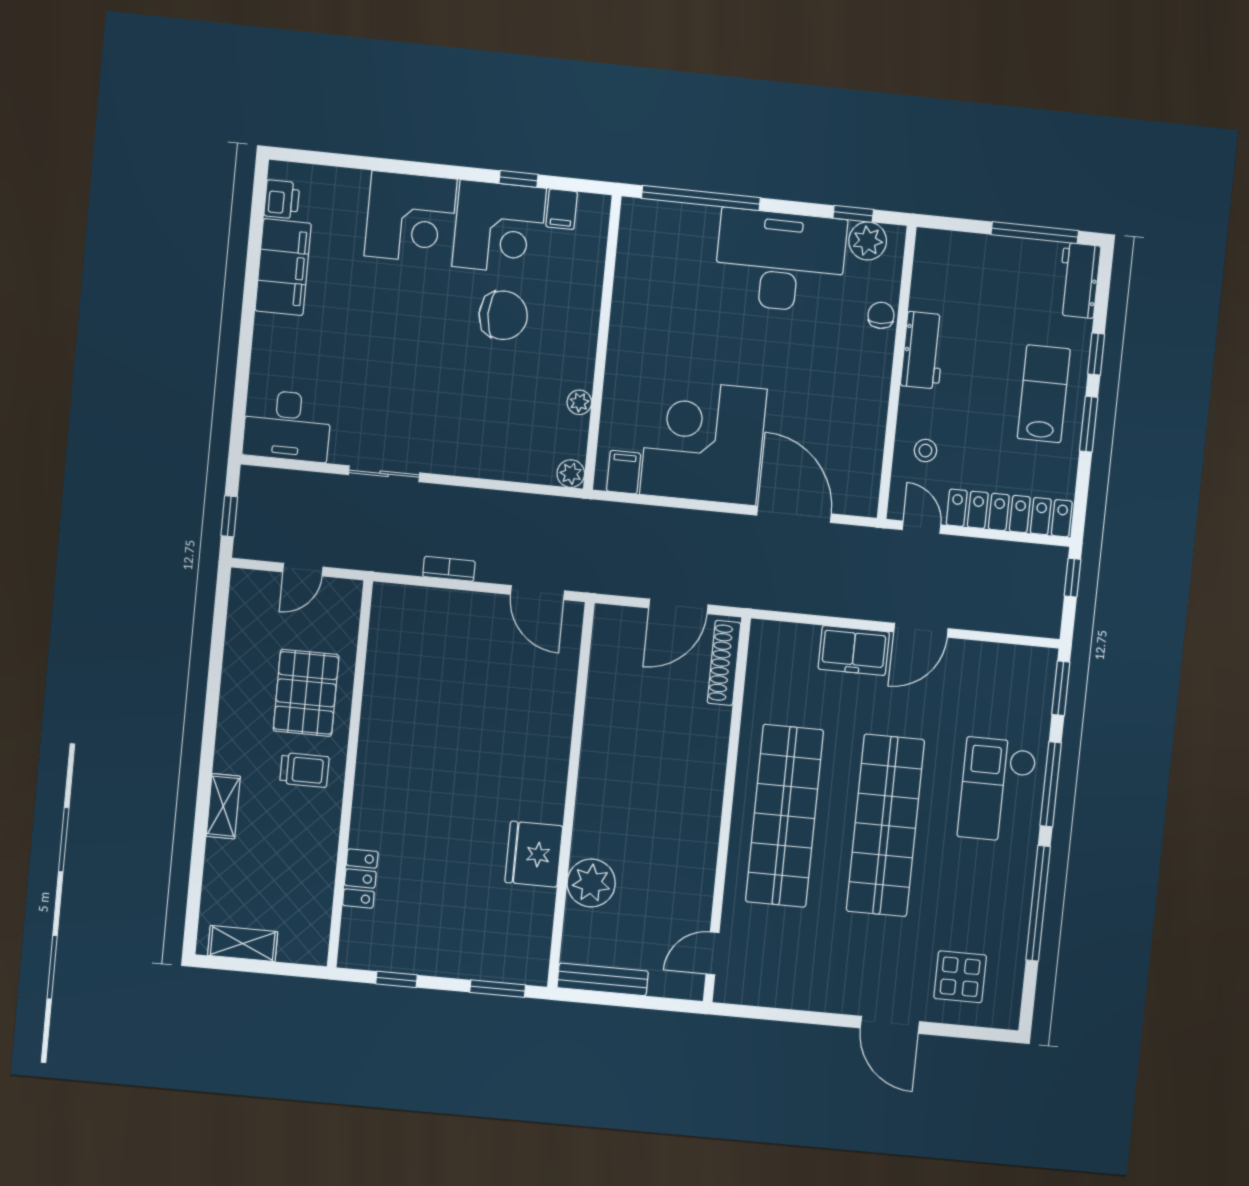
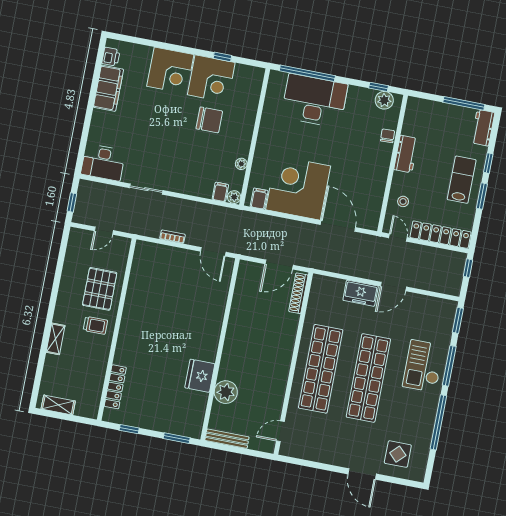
filing cabinet: (562, 209) -> (220, 192), moved, turned 180
desk: (780, 261) -> (314, 101), moved
locker: (360, 878) -> (115, 387), width x1.53

